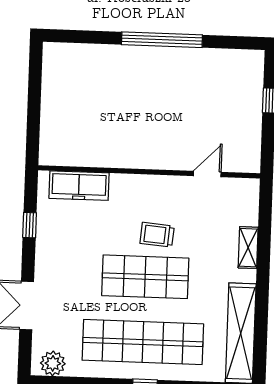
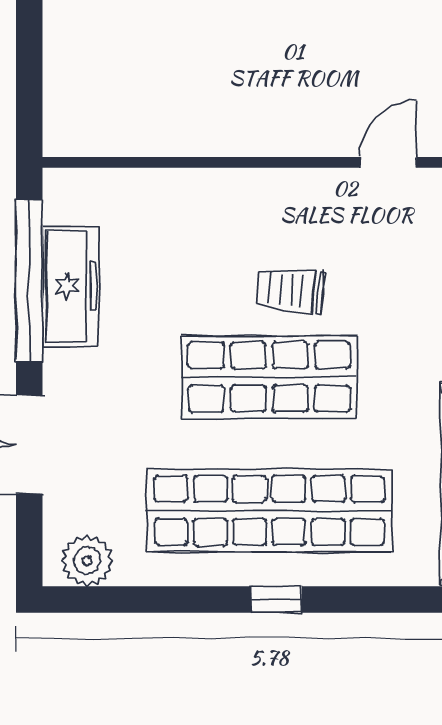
freezer: (79, 186) -> (71, 286), moved, turned -90
window: (30, 225) -> (29, 280), width x3.17

